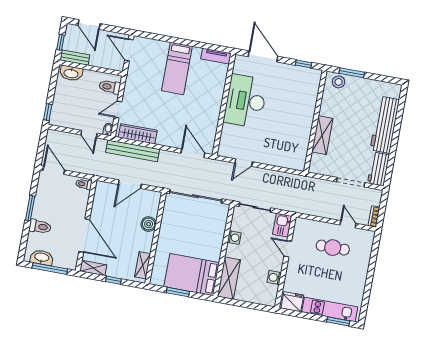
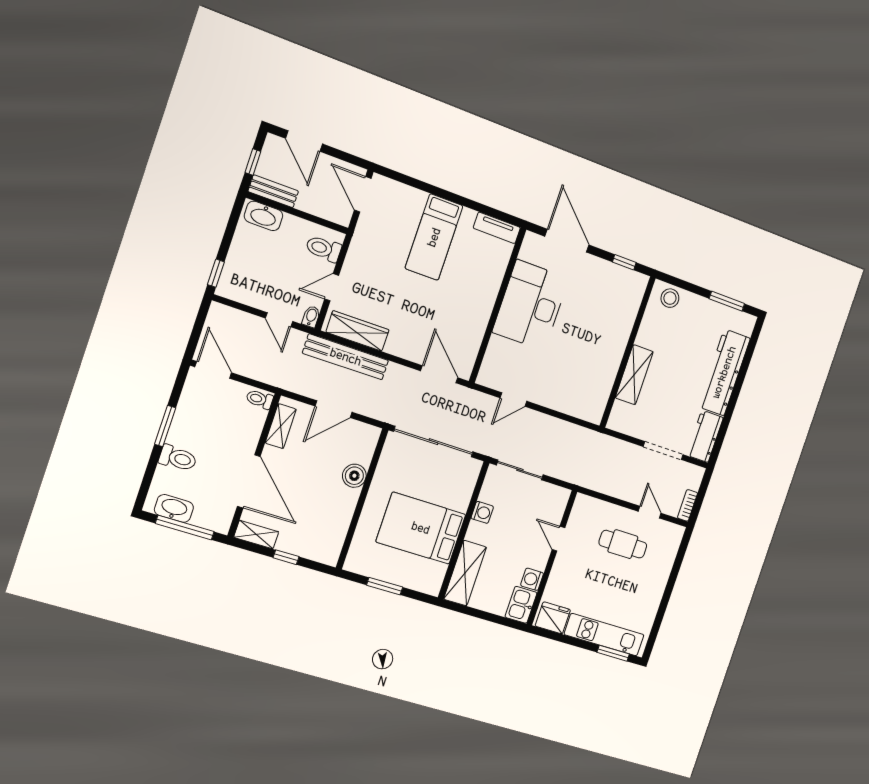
window: (352, 73) -> (727, 301), moved
kitchen sink: (282, 225) -> (521, 605), moved
shelving: (143, 265) -> (281, 426), moved
bed: (192, 275) -> (421, 528), moved

